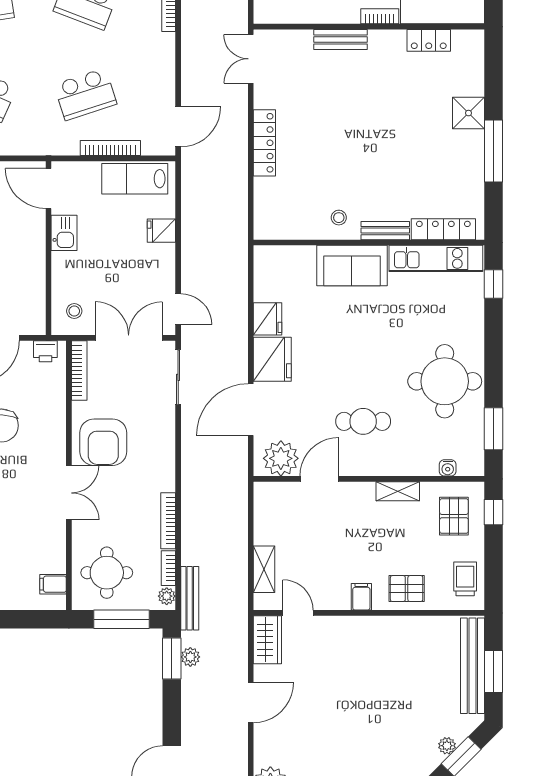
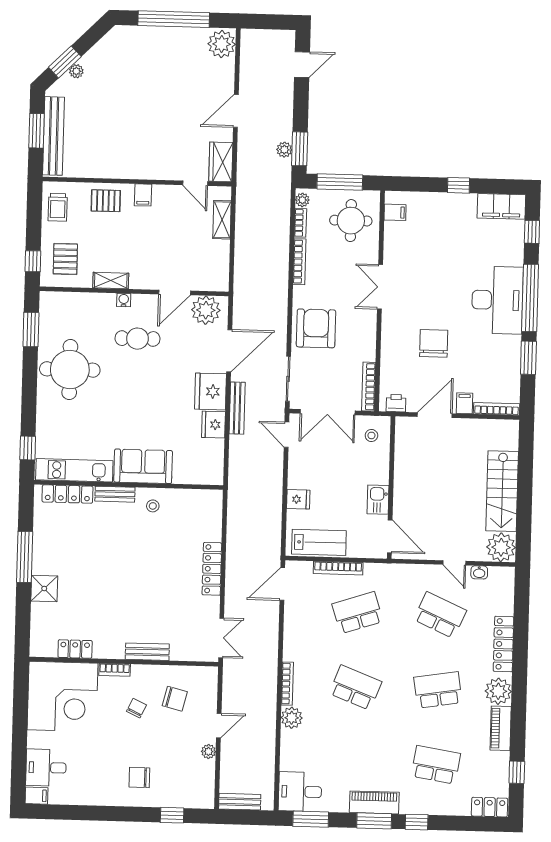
armchair: (103, 442) -> (316, 328), moved
water cooler: (448, 468) -> (124, 300), moved
bench: (190, 598) -> (237, 408), moved

